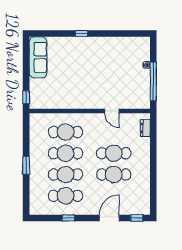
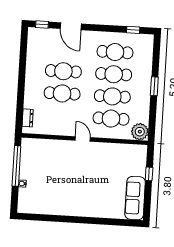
window: (82, 34) -> (88, 220), removed
window: (26, 97) -> (149, 174), moved
door: (112, 111) -> (83, 139), moved
plant: (37, 121) -> (140, 132), added
window: (69, 218) -> (133, 30), moved
door: (109, 218) -> (71, 26), hinge flipped

